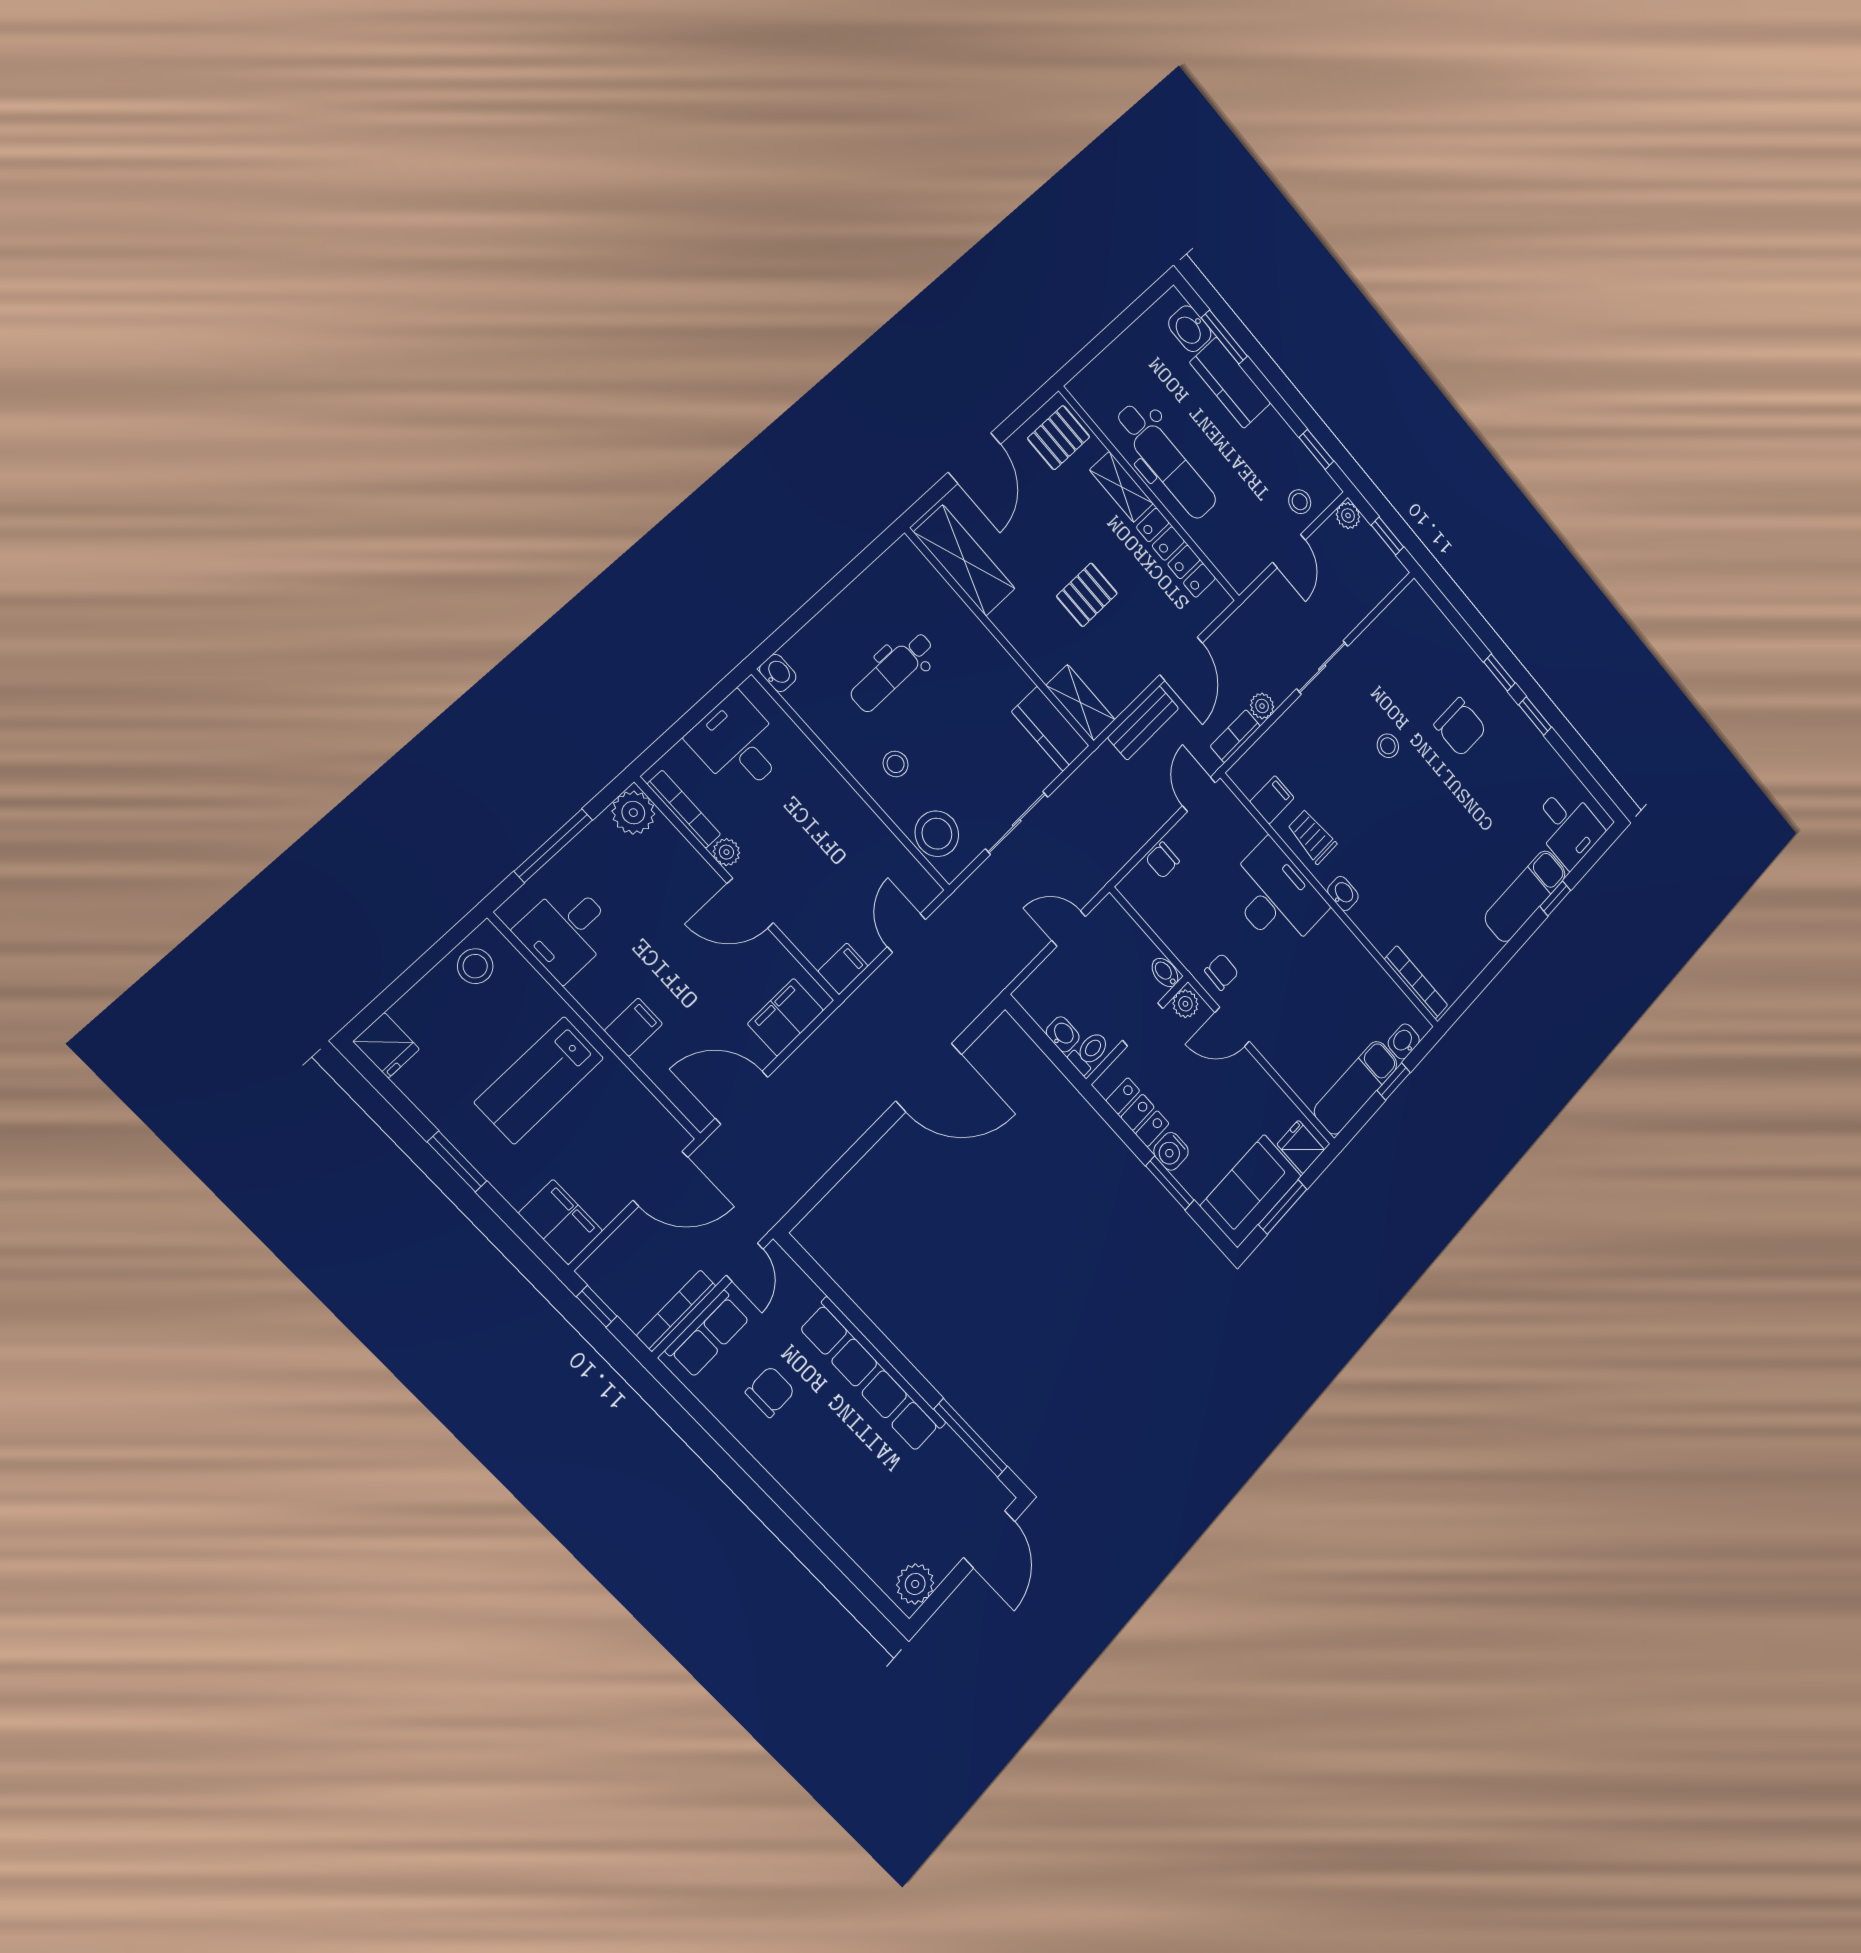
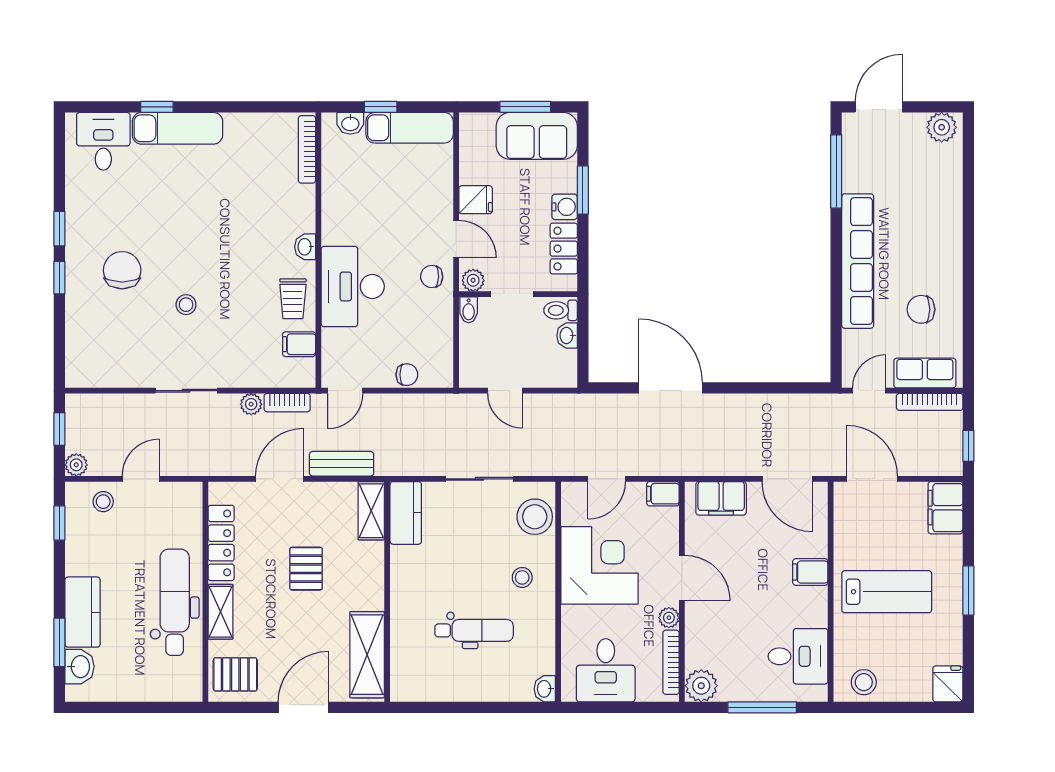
pallet: (1087, 595) -> (306, 569), turned 90
corner desk: (837, 842) -> (599, 565), added
fridge: (1301, 1147) -> (476, 200), moved, turned -90

